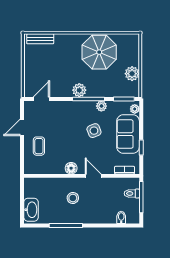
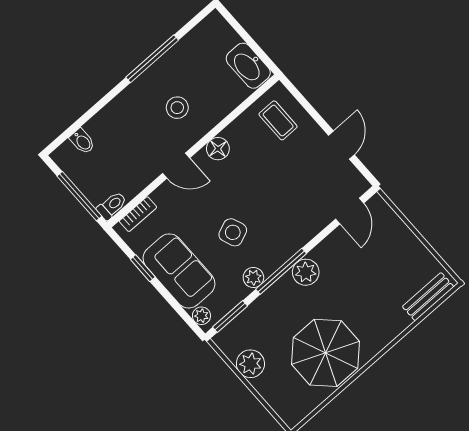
coffee table: (39, 146) -> (278, 120), moved
toilet: (132, 193) -> (112, 206), moved
washbasin: (31, 210) -> (248, 66), moved

